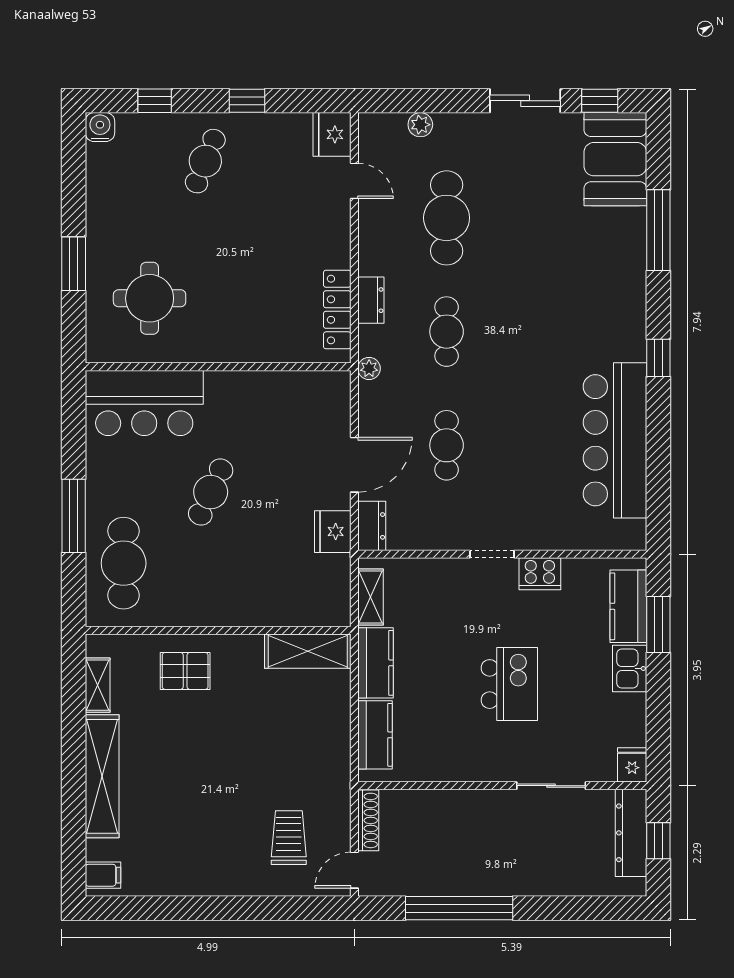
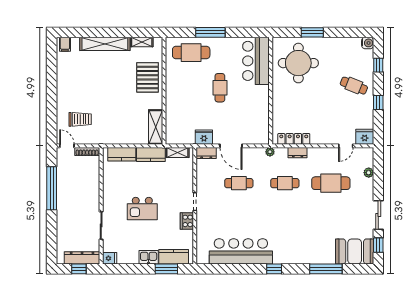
round table: (150, 298) -> (298, 63), width x1.36, depth x1.36
cafe table: (211, 492) -> (220, 88), turned 65
pallet: (185, 671) -> (148, 77), width x1.50, depth x1.42

